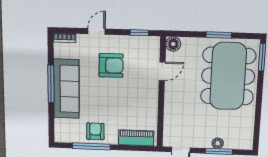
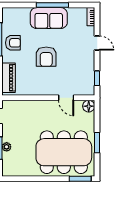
armchair: (111, 65) -> (46, 57), moved
sofa: (66, 89) -> (49, 18), width x0.73

